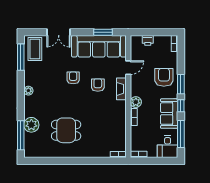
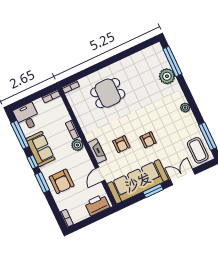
window: (103, 32) -> (153, 191), moved
printer: (148, 40) -> (97, 205), width x1.87, depth x1.48
dining table: (66, 130) -> (108, 93), moved

